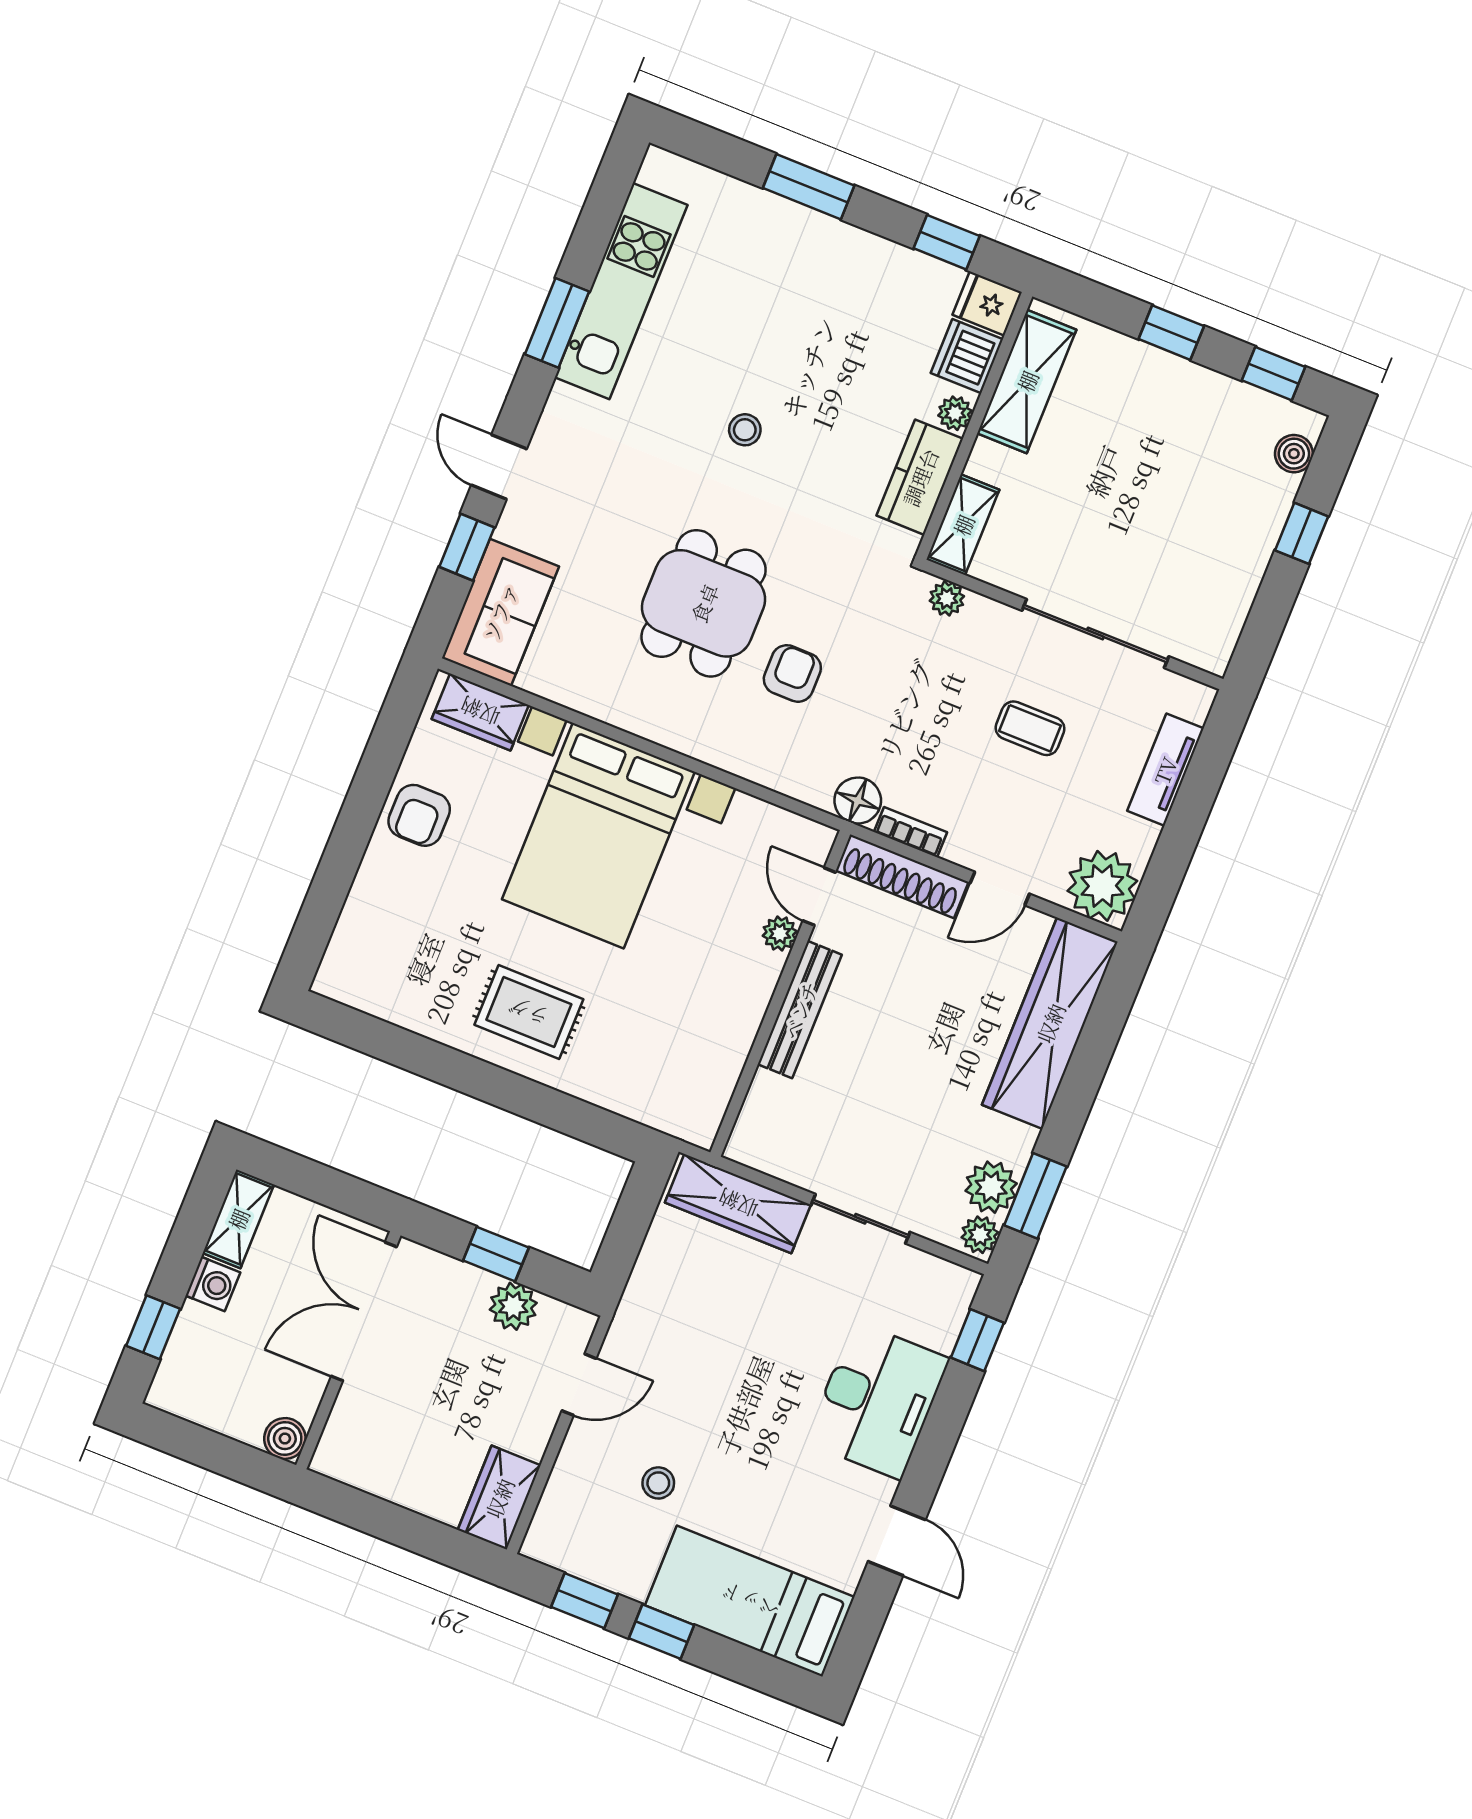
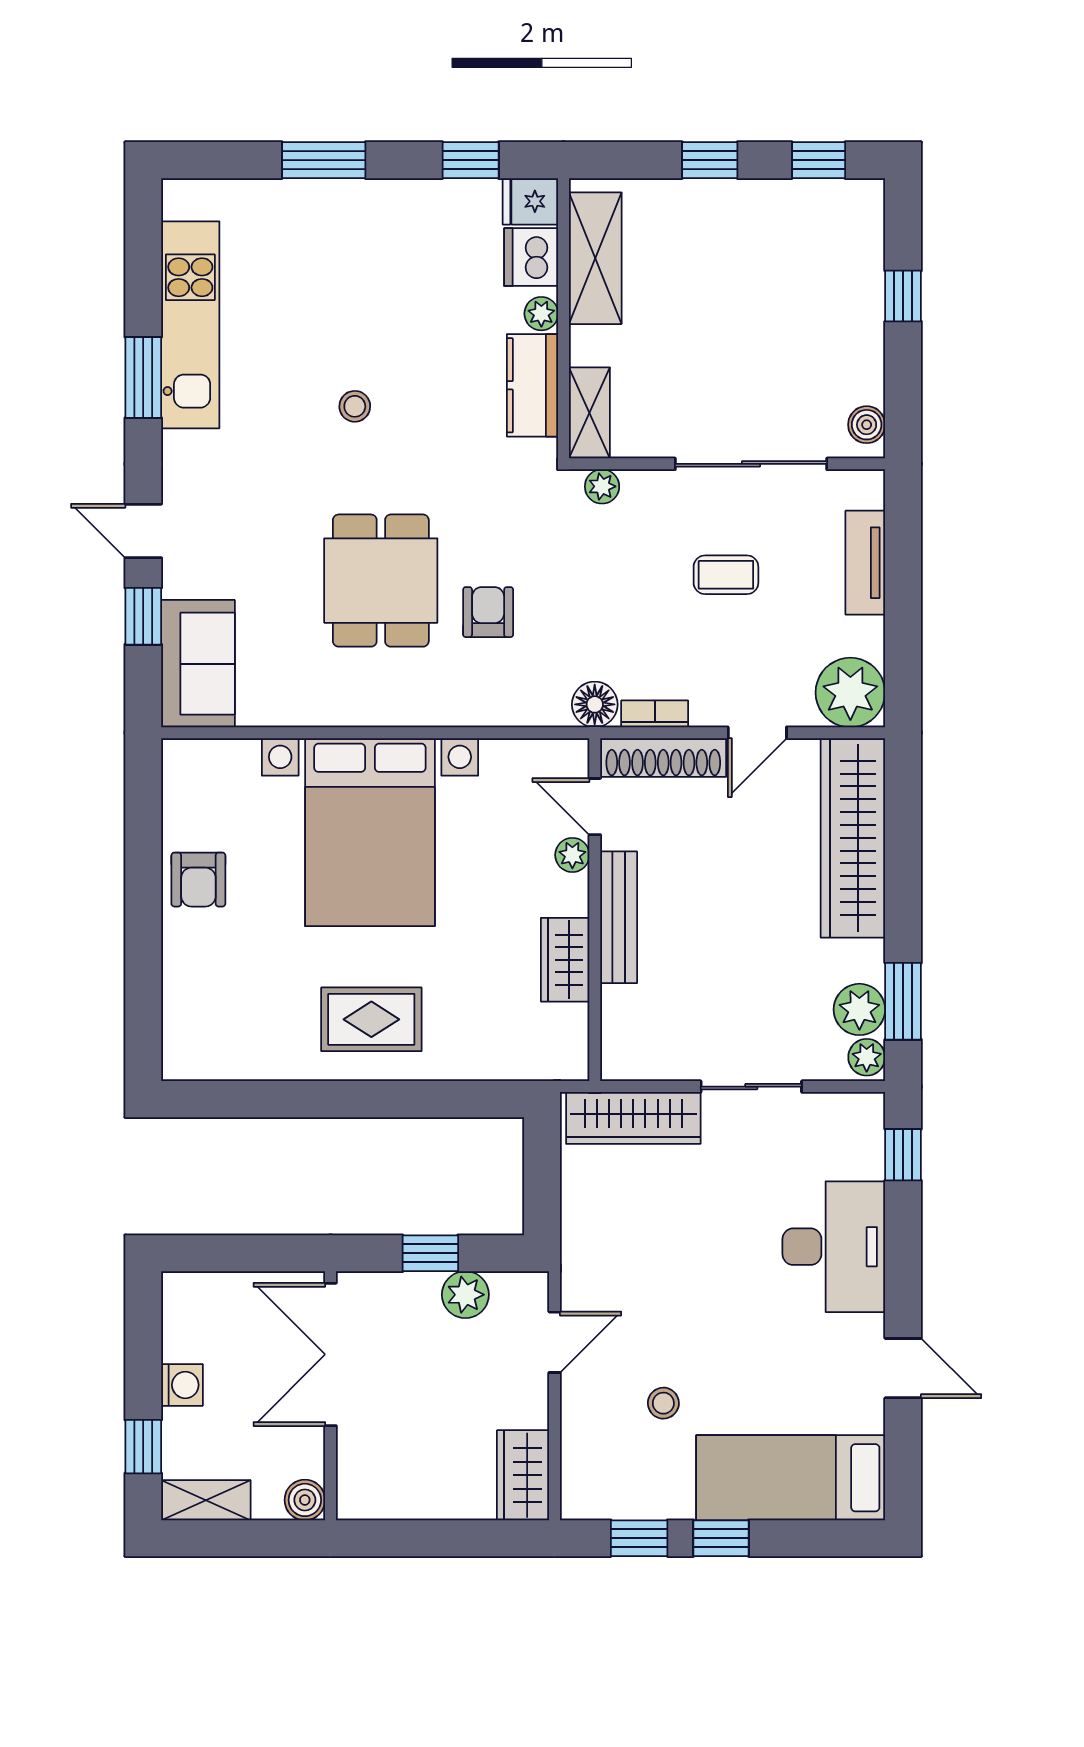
boiler: (1294, 454) -> (867, 425), moved
wardrobe: (480, 712) -> (565, 960), moved, turned 90
shelving: (238, 1219) -> (206, 1500), moved, turned 90

